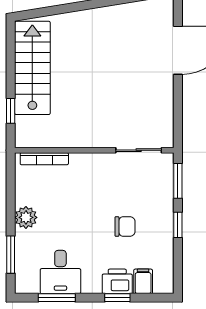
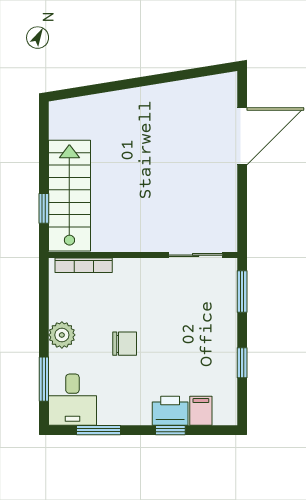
stairs: (32, 68) -> (69, 196), moved
window: (178, 225) -> (242, 363), moved
chair: (125, 226) -> (125, 344), moved
desk: (60, 272) -> (72, 400), moved

